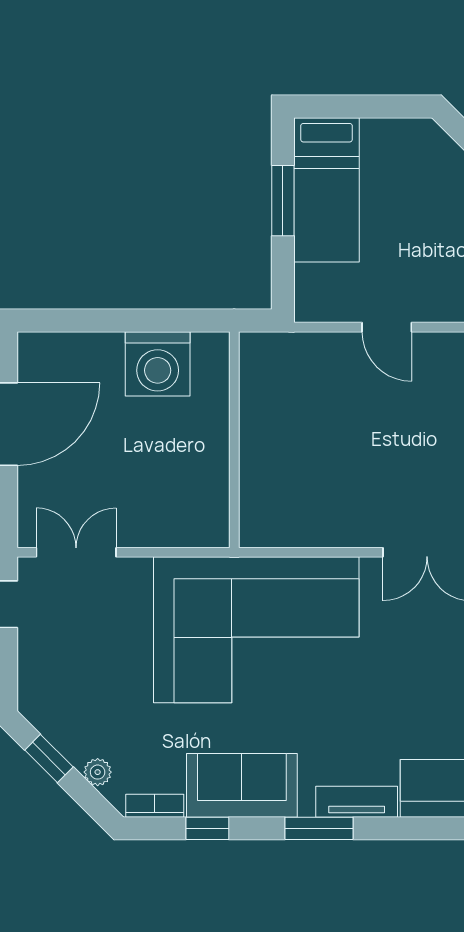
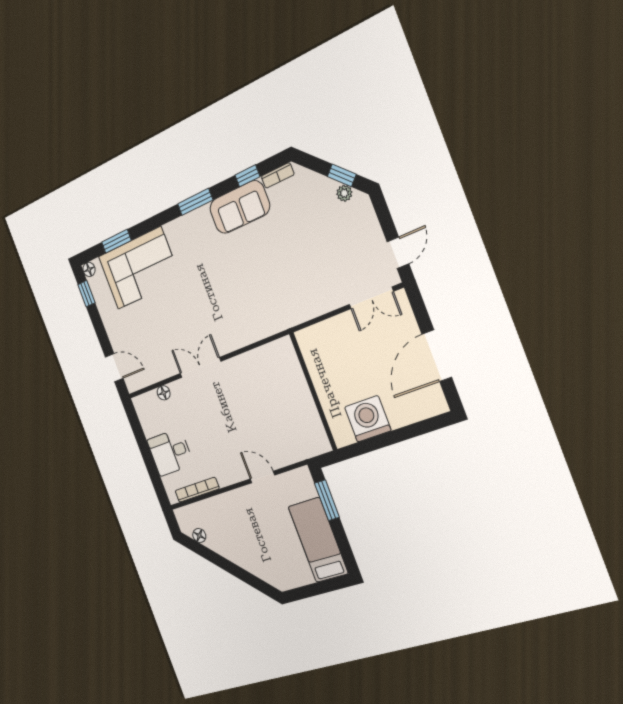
window: (283, 201) -> (327, 500), moved
corner sofa: (256, 630) -> (264, 294), removed
plant: (98, 772) -> (344, 193), moved
tv unit: (357, 802) -> (183, 224), removed

